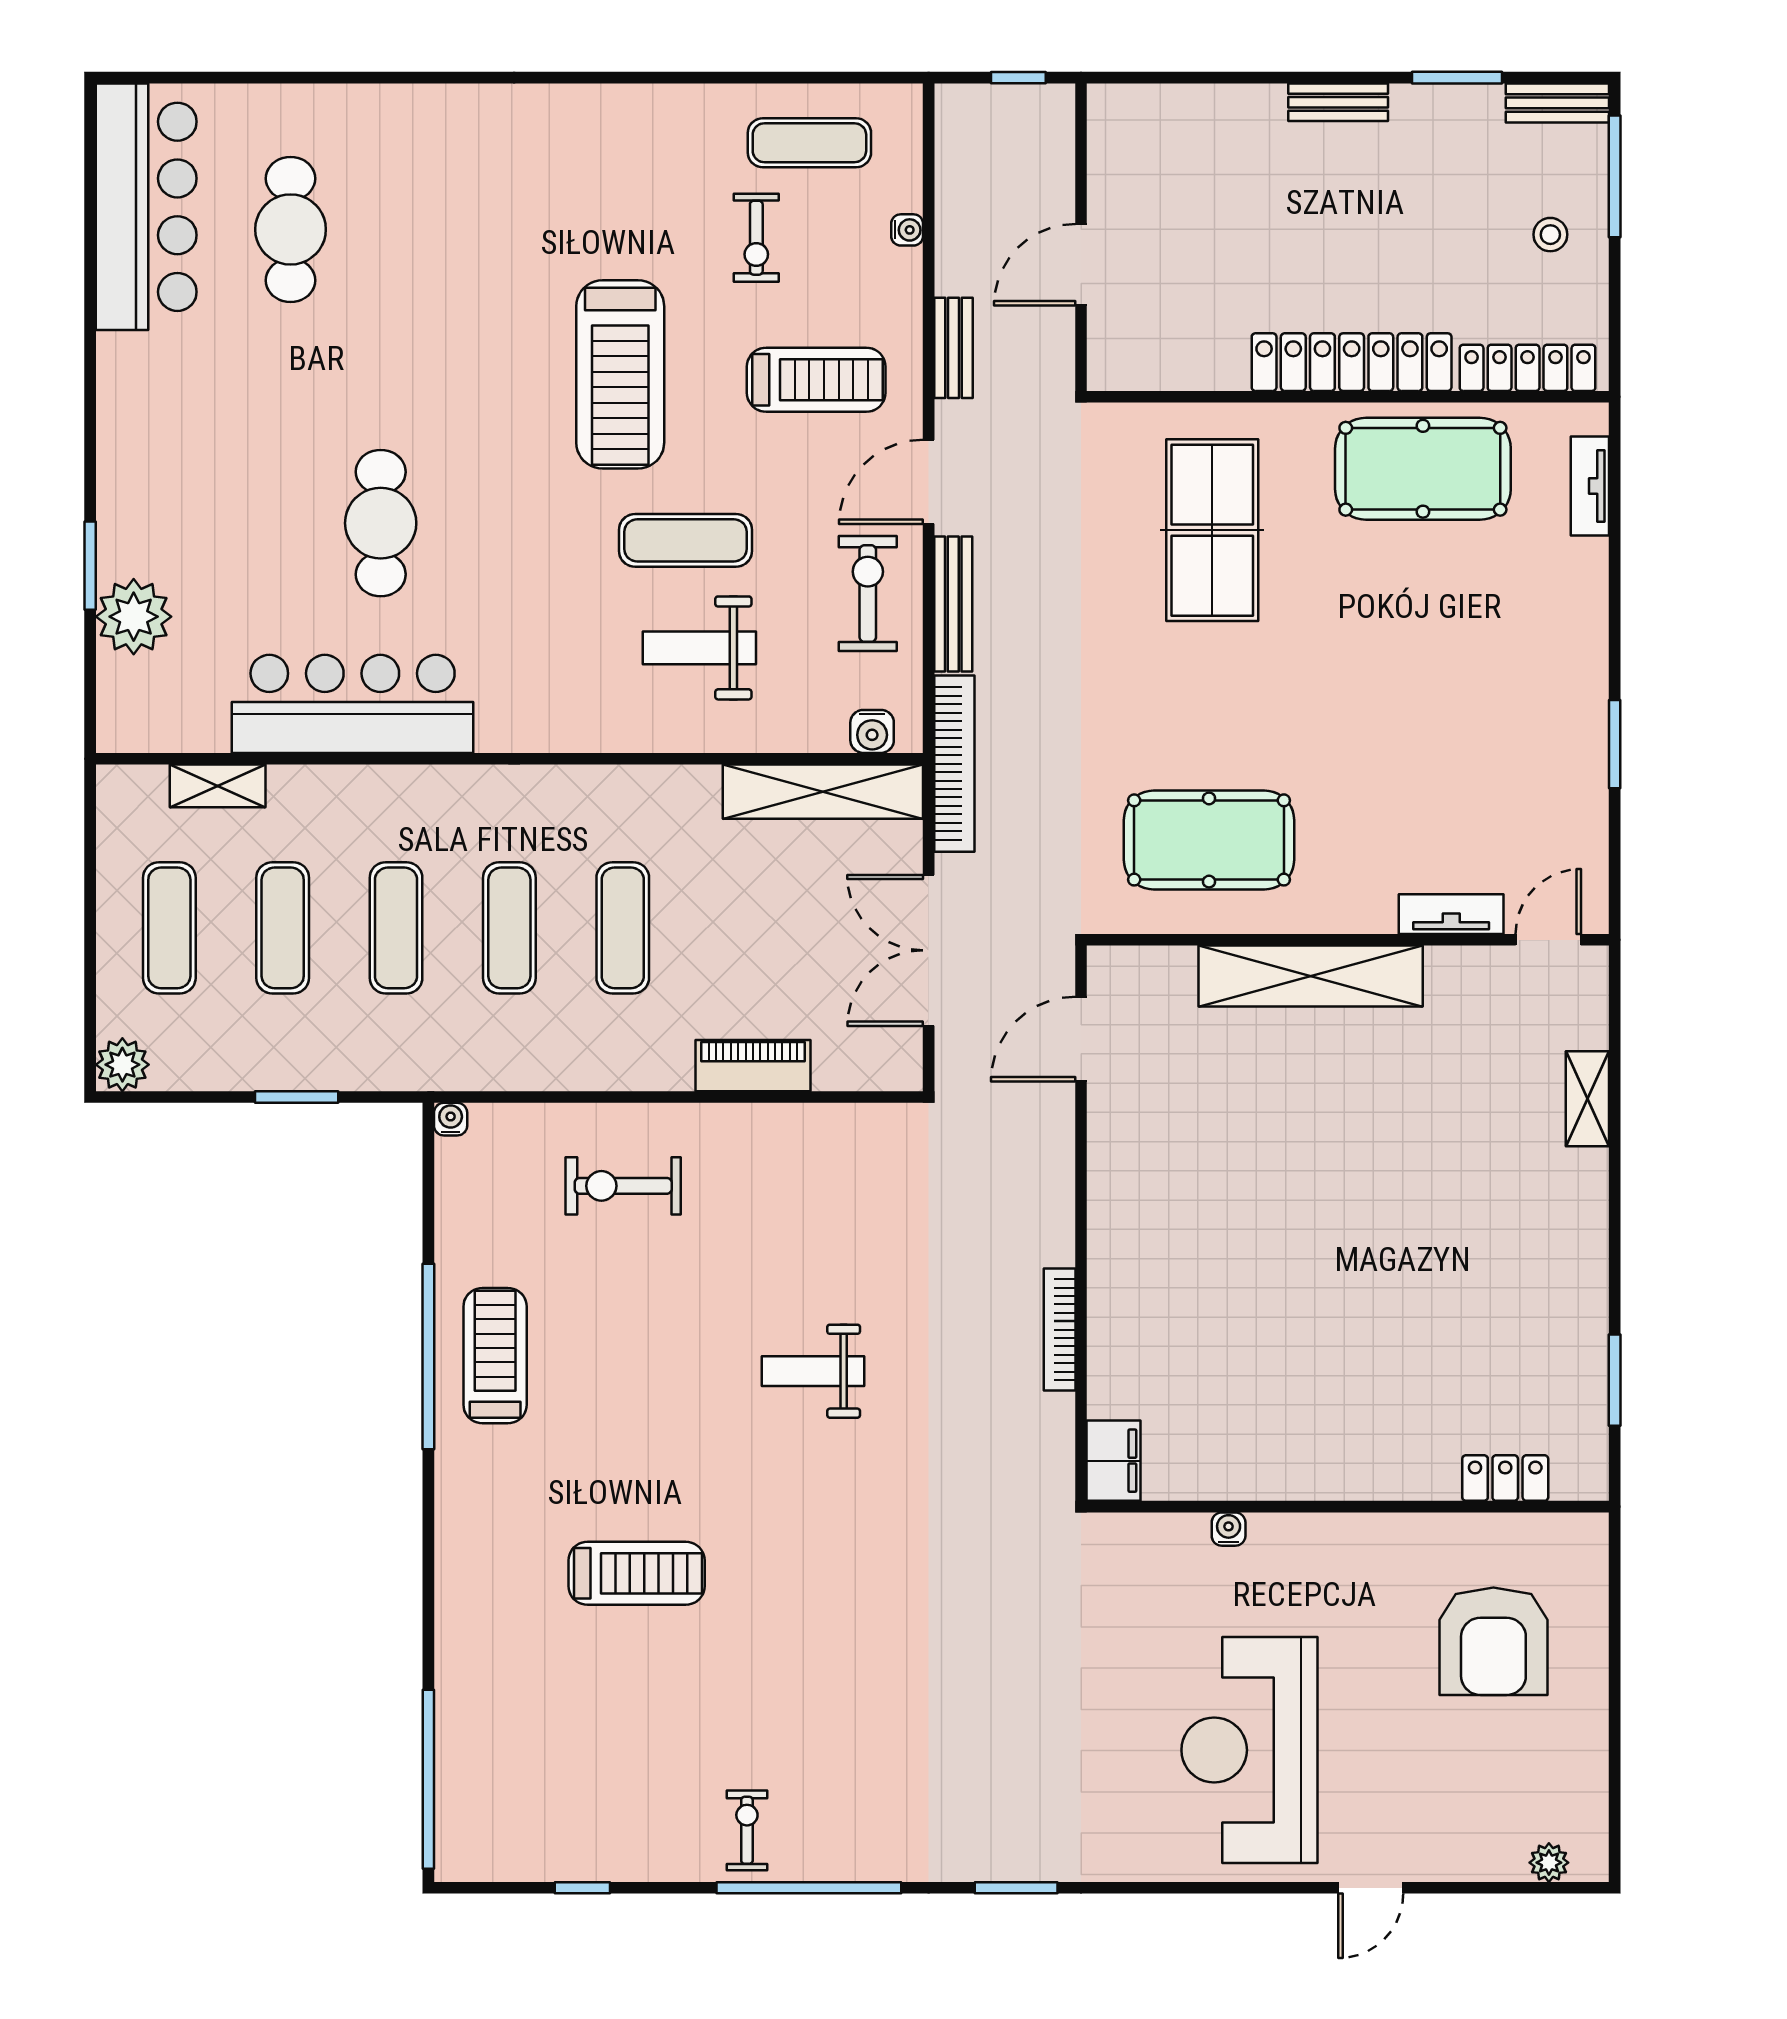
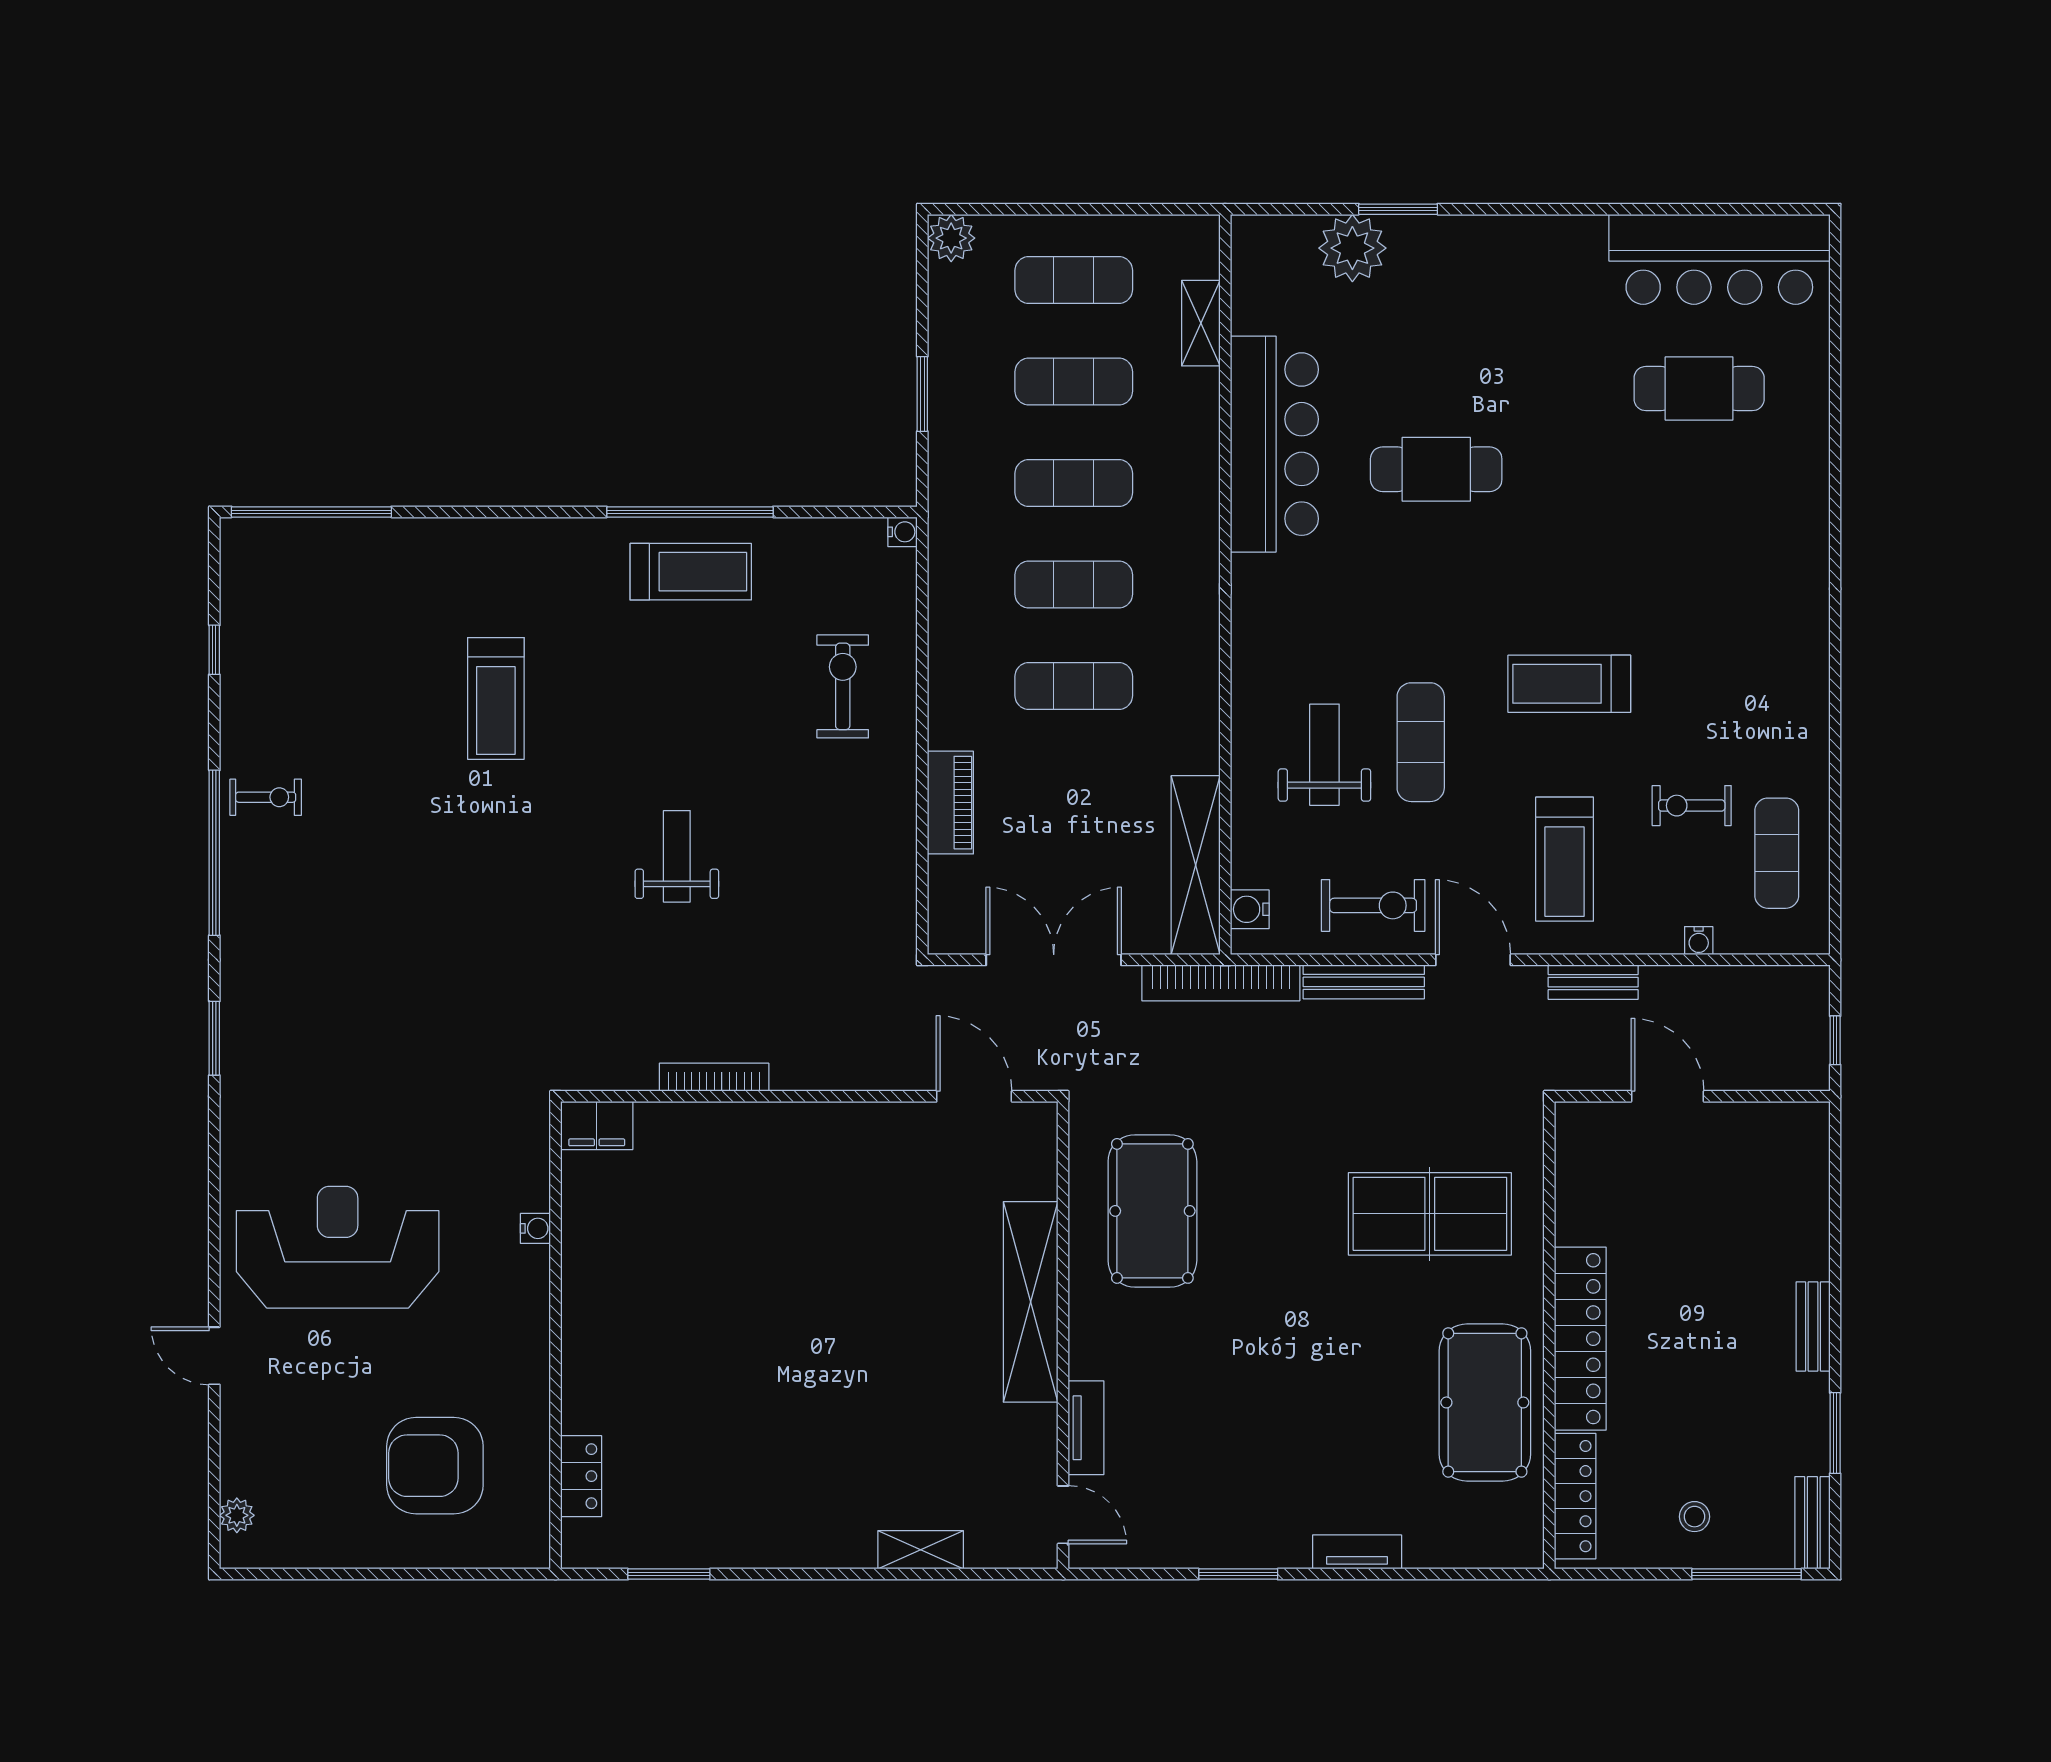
treadmill: (620, 374) -> (1569, 684), width x0.73, depth x0.73
tv unit: (1590, 486) -> (1357, 1552), moved

